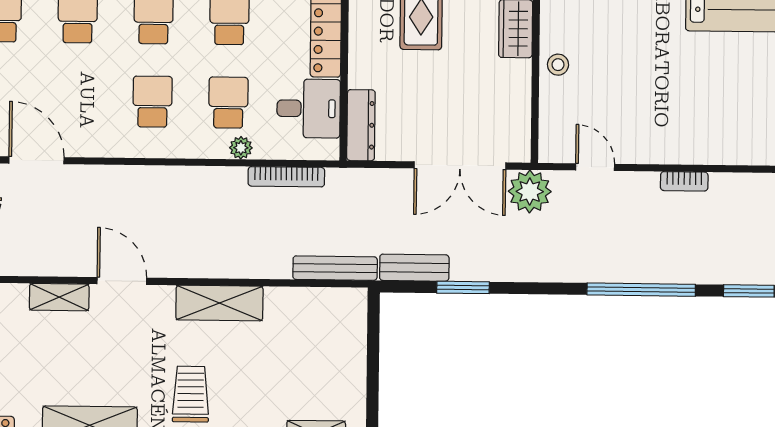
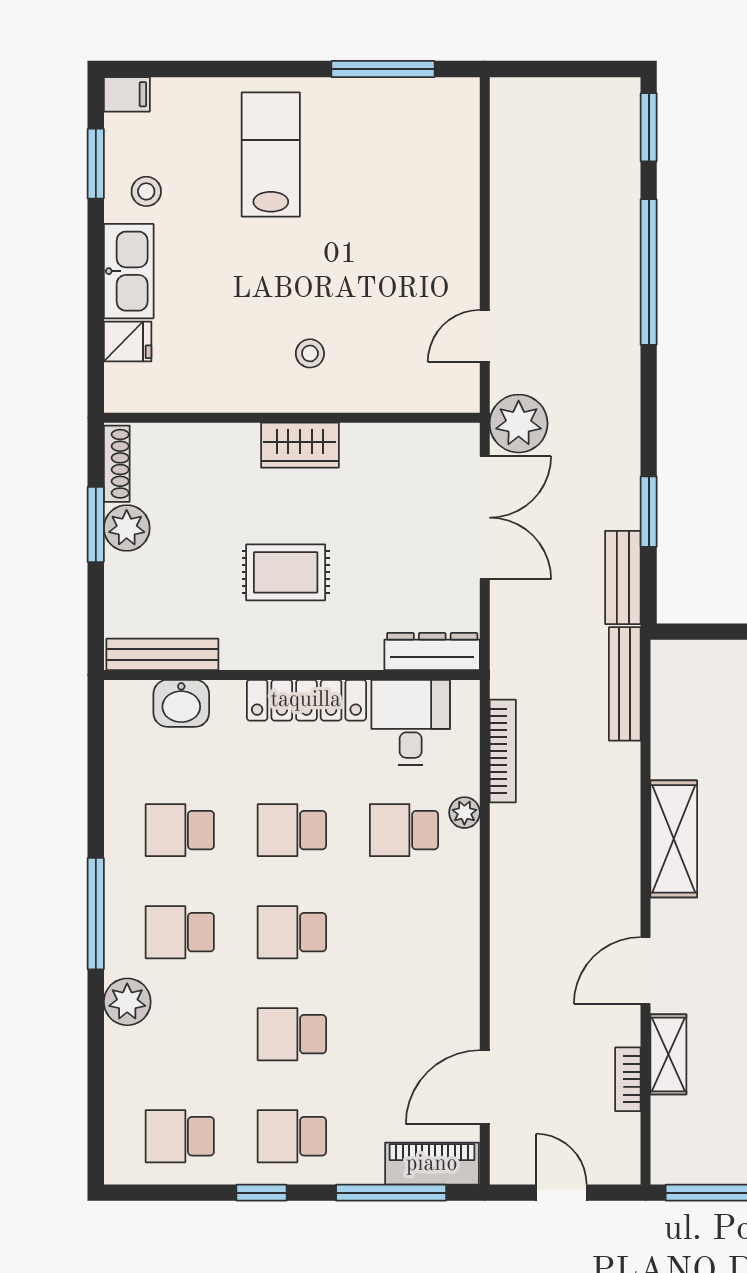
stool: (558, 65) -> (310, 353), moved
school desk: (153, 102) -> (404, 932), removed
bookcase: (684, 181) -> (628, 1079), moved, turned 180

